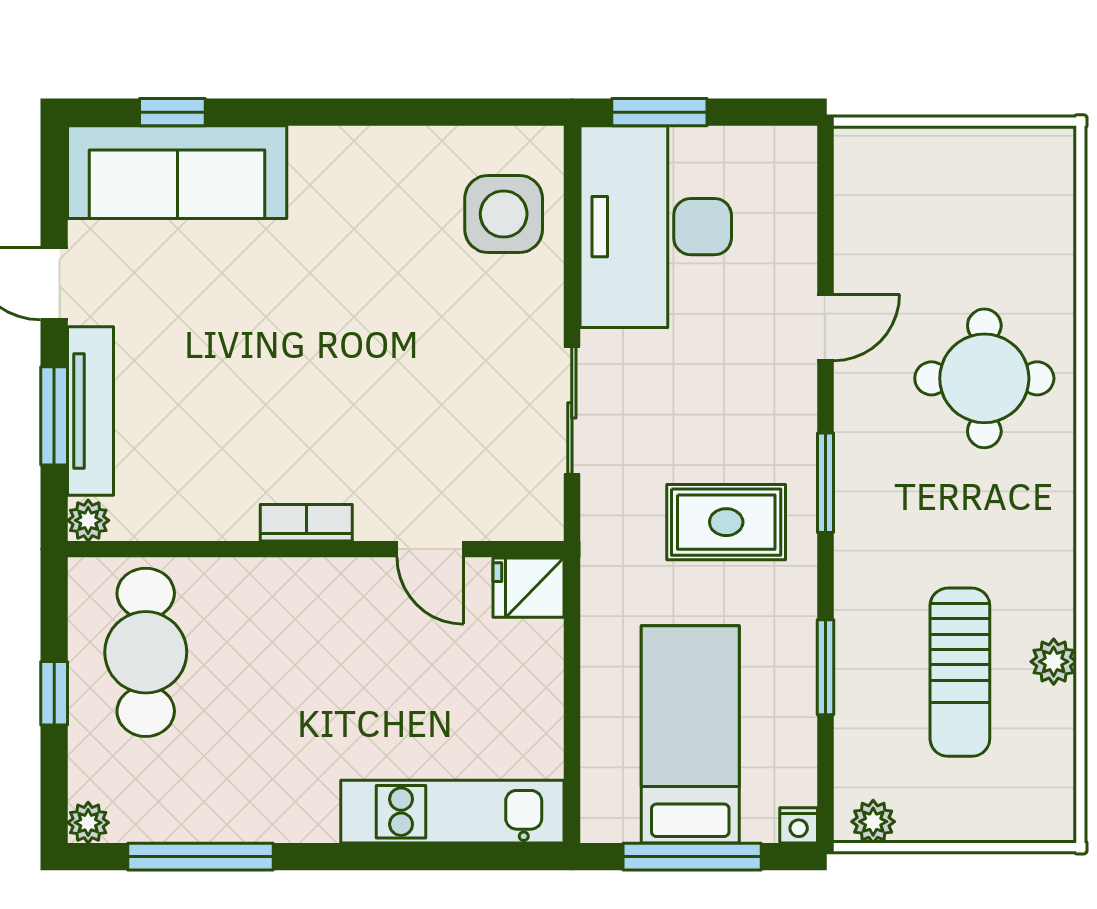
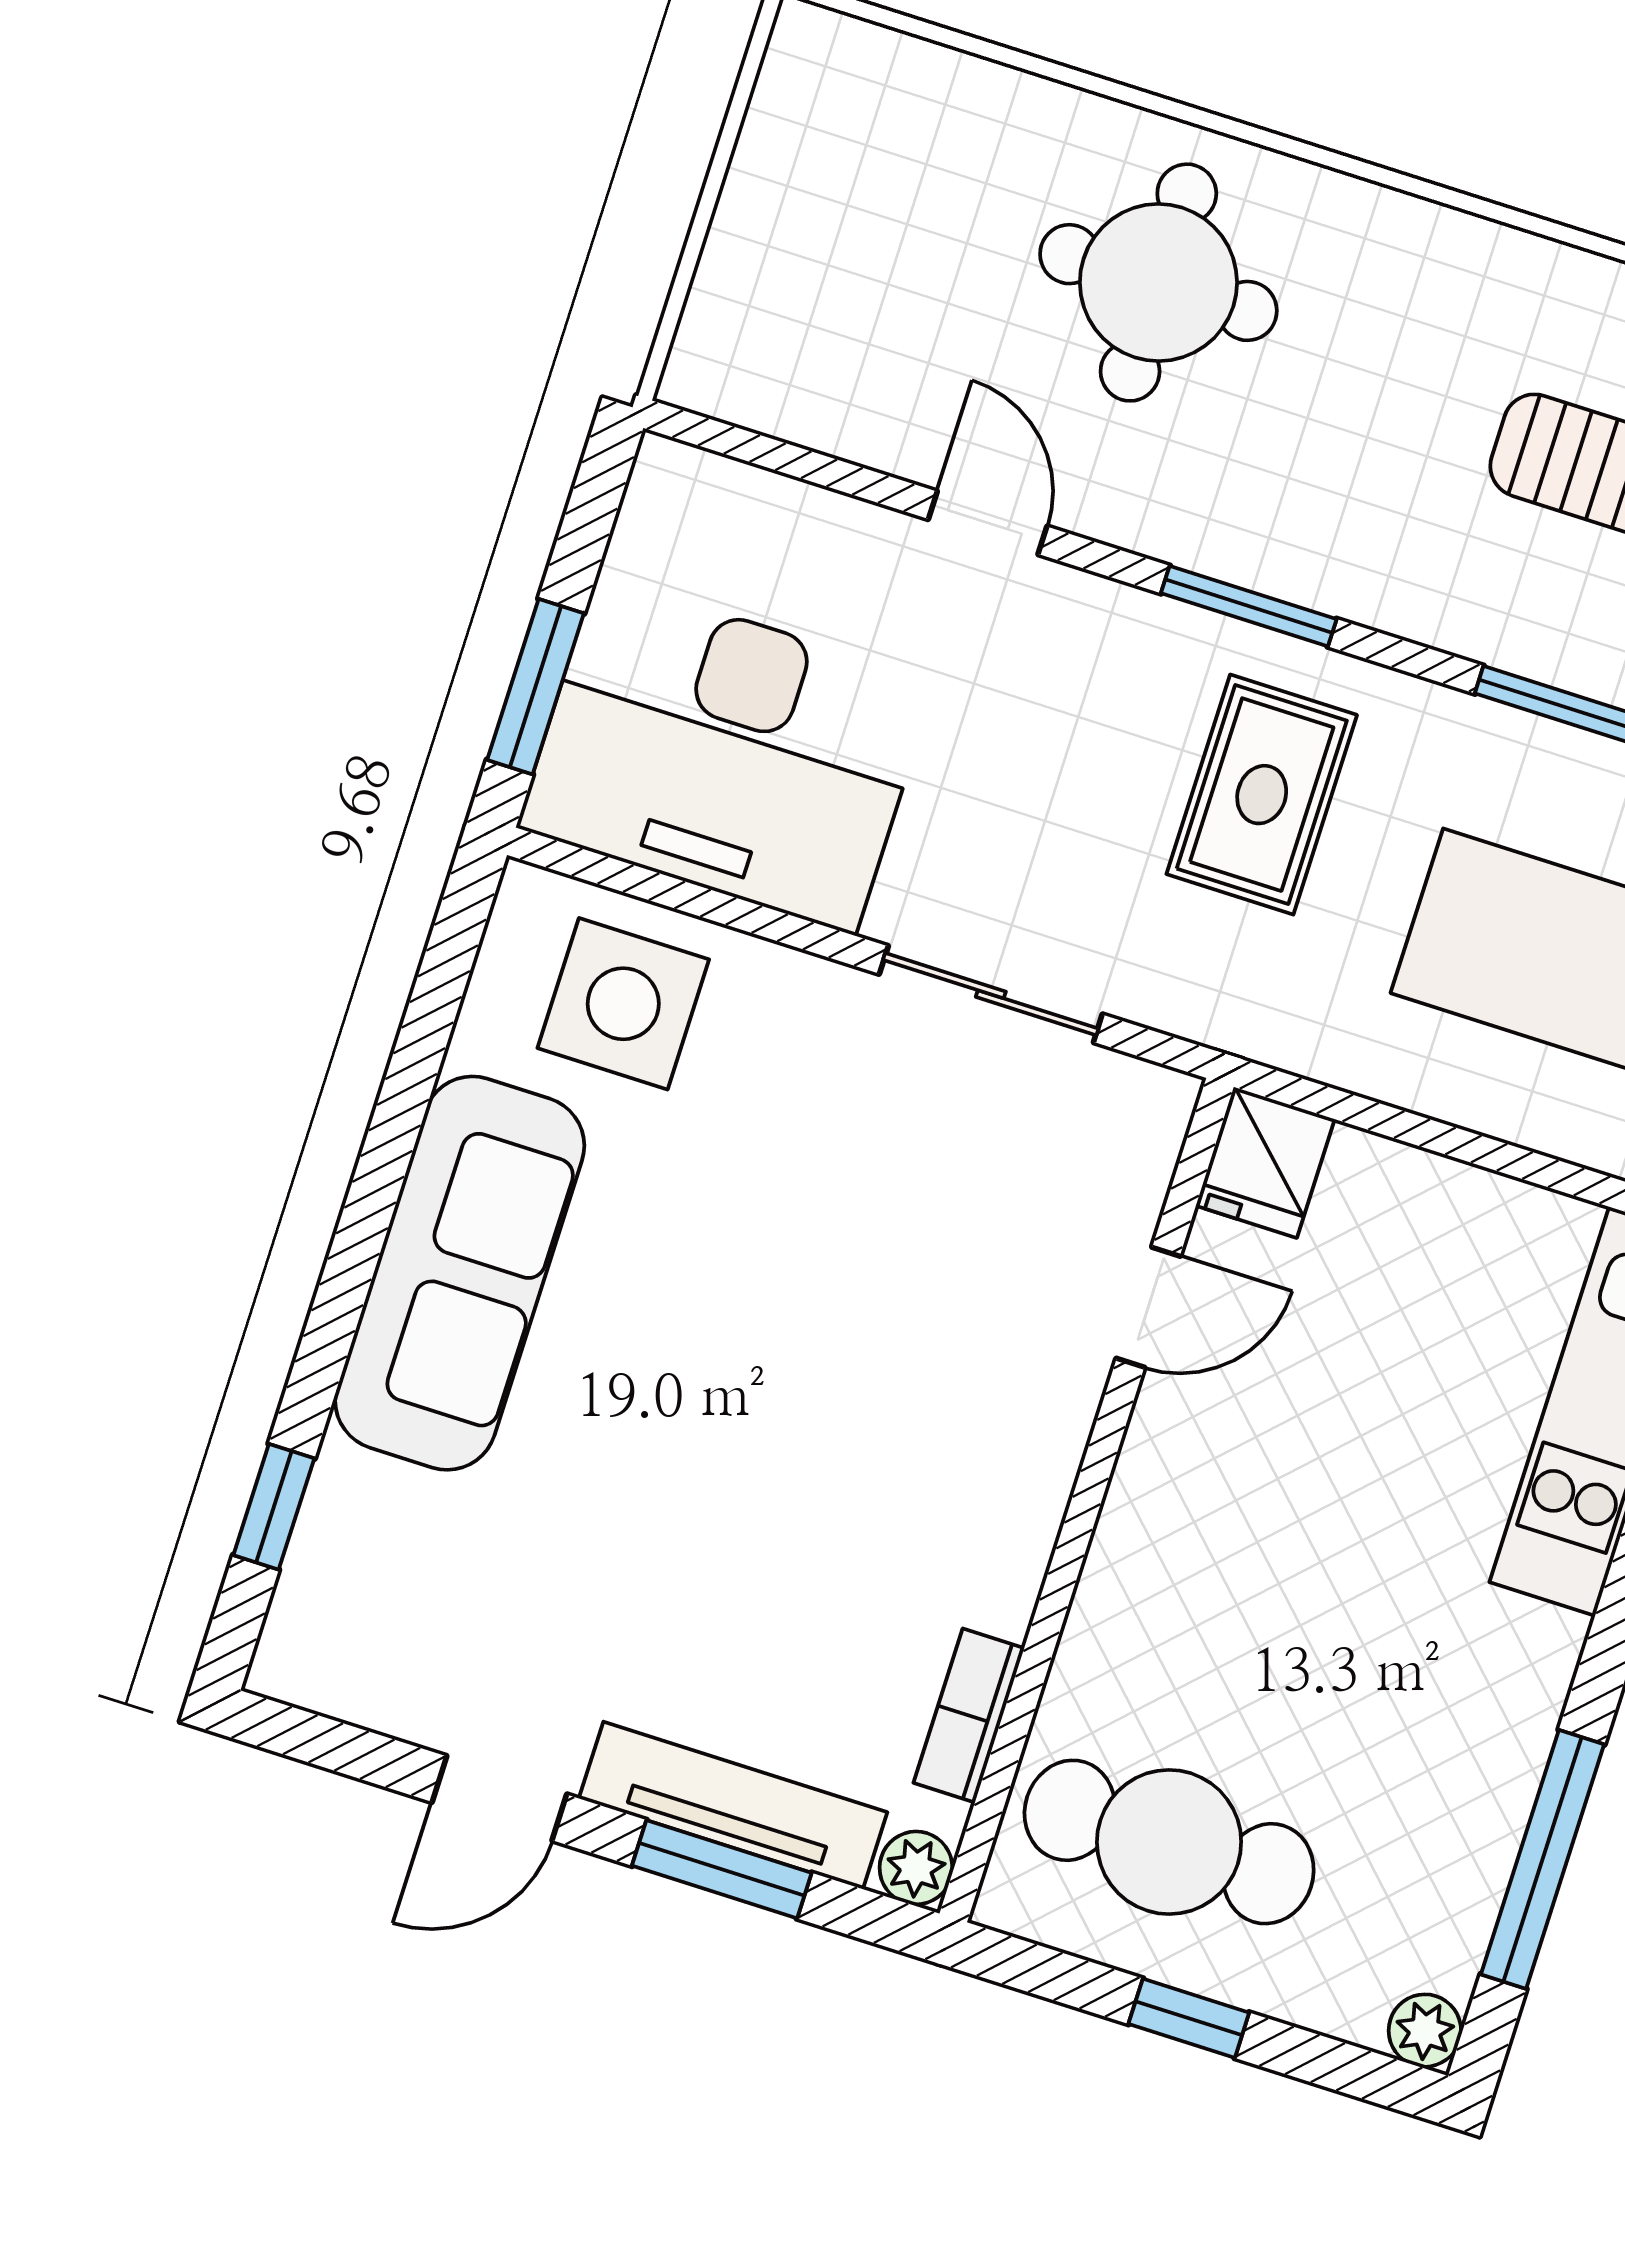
sofa: (177, 172) -> (460, 1273), moved
bookcase: (306, 523) -> (969, 1715), moved

